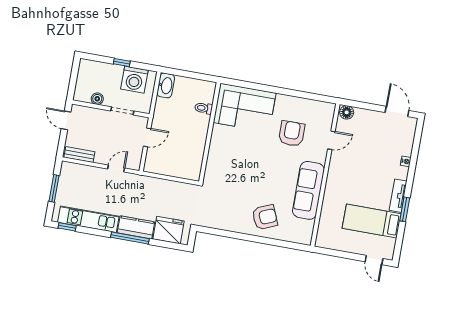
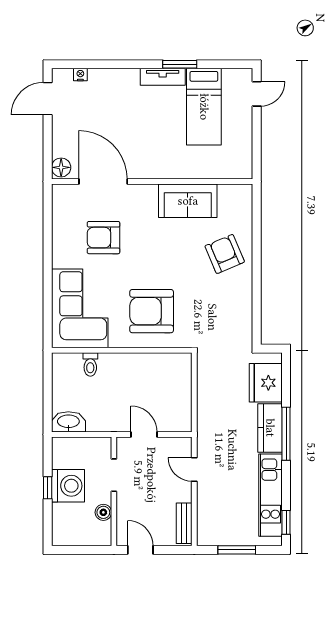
washing machine: (134, 80) -> (68, 486), moved
door: (66, 120) -> (140, 550), swing flipped
door: (331, 140) -> (103, 182), width x1.87
armchair: (234, 158) -> (152, 311), added
nightstand: (406, 161) -> (80, 75), moved
sofa: (308, 190) -> (188, 201), width x0.73

